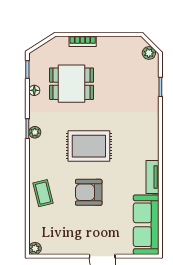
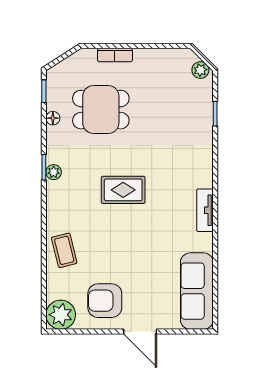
rug: (89, 146) -> (123, 190), width x0.73, depth x0.70
tv unit: (152, 177) -> (205, 210), moved
armchair: (89, 192) -> (105, 301), moved
plant: (35, 248) -> (61, 315), width x1.88, depth x1.88

